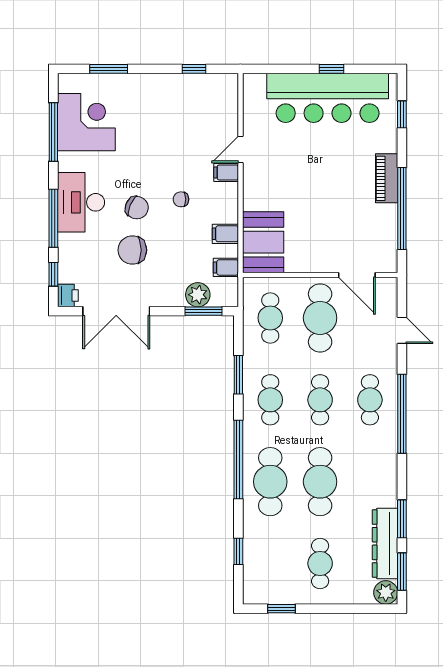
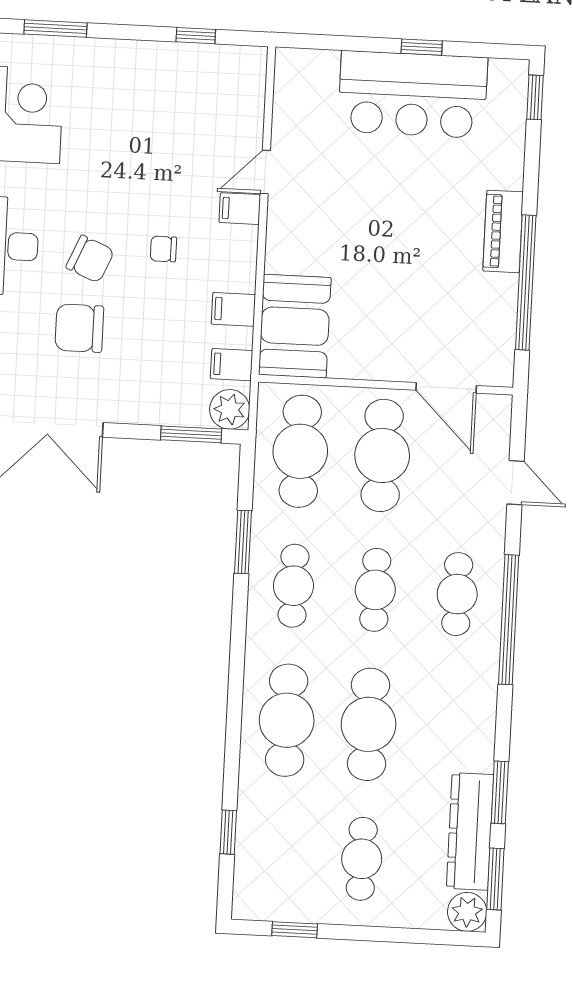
bar counter: (328, 98) -> (413, 94), width x0.73
window: (402, 114) -> (535, 97), moved
plant: (198, 295) -> (230, 409), moved
cafe table: (270, 318) -> (300, 451), width x1.37, depth x1.35
window: (238, 459) -> (236, 681), removed

